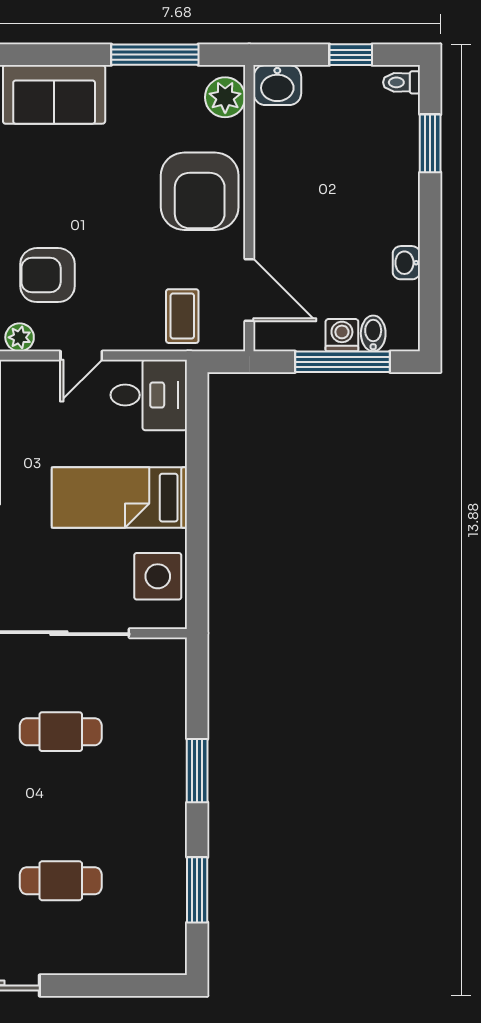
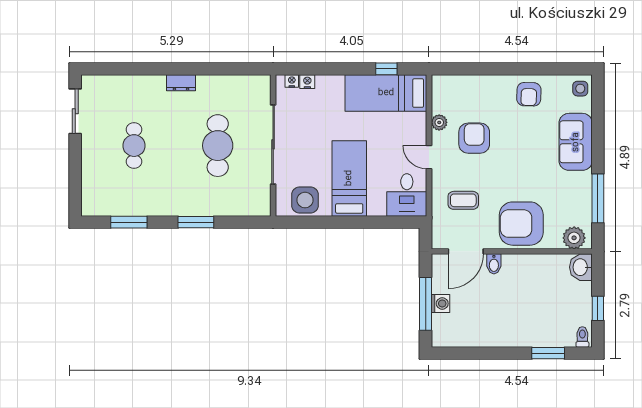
washbasin: (406, 263) -> (481, 340), removed
coffee table: (182, 316) -> (463, 200), moved
bidet: (373, 333) -> (494, 264), moved, turned 90
cafe table: (61, 732) -> (218, 146), width x1.37, depth x1.35

